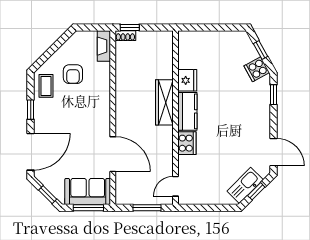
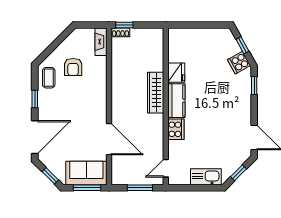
kitchen sink: (245, 185) -> (206, 177), moved, turned 45

